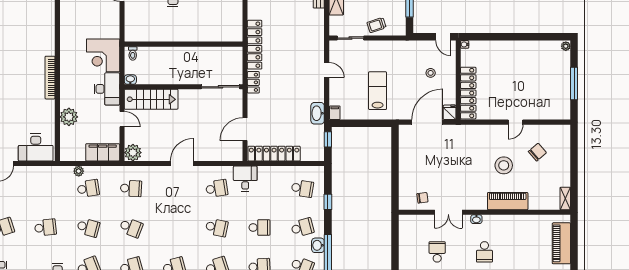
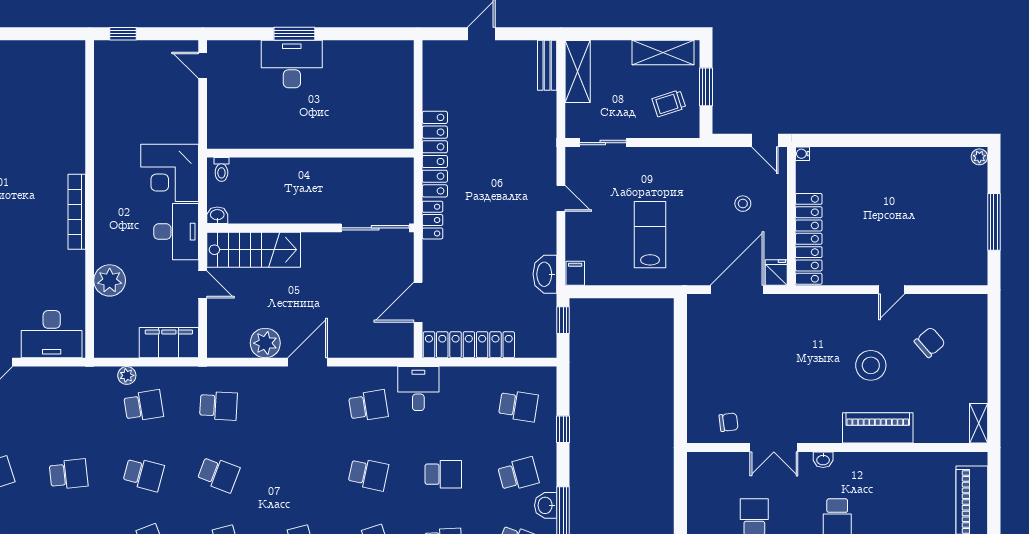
trolley: (377, 25) -> (669, 103), moved
plant: (133, 153) -> (265, 343), moved

